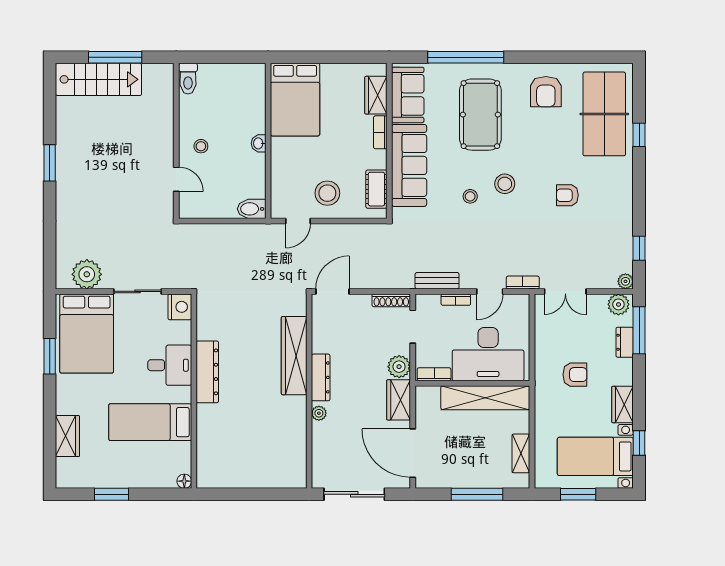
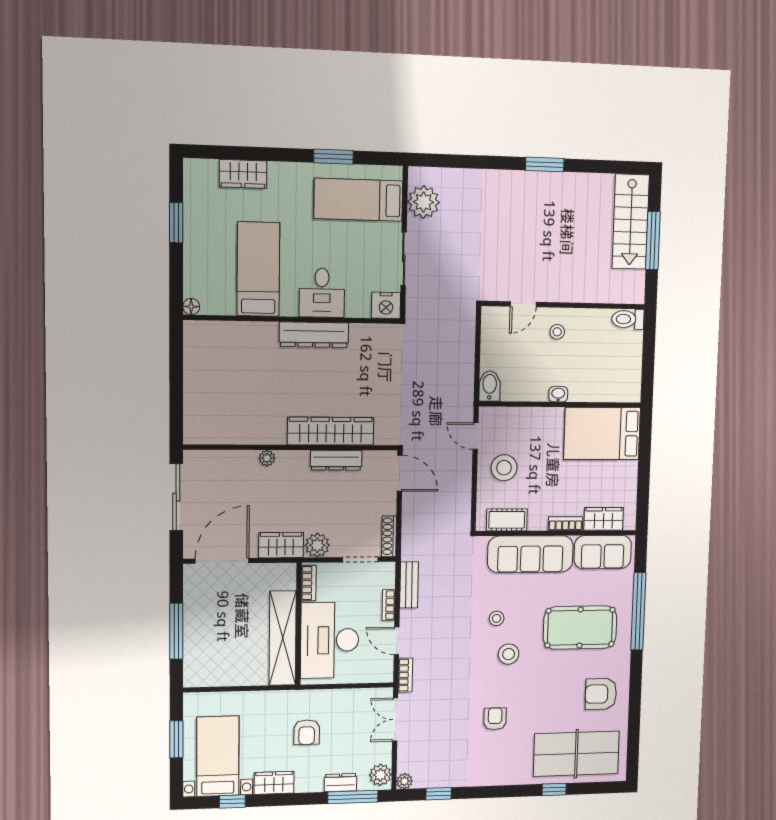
bed: (87, 333) -> (358, 200), width x0.67
dresser: (321, 377) -> (336, 460), moved
shelving: (521, 453) -> (221, 677), removed

